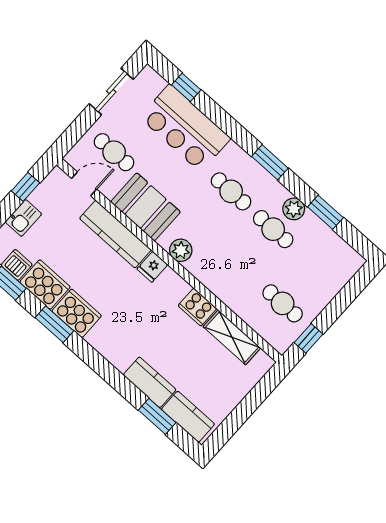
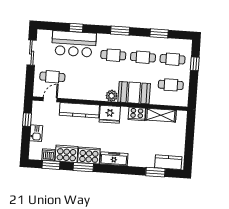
window: (186, 87) -> (76, 28), moved
booth: (145, 207) -> (134, 93), moved
plant: (294, 209) -> (145, 42), removed
fridge: (152, 267) -> (110, 114), width x1.88, depth x1.34
cafe table: (315, 267) -> (173, 59), added
window: (308, 338) -> (195, 64), moved
freezer: (110, 348) -> (114, 159), added
kitchen counter: (150, 382) -> (141, 160), removed

